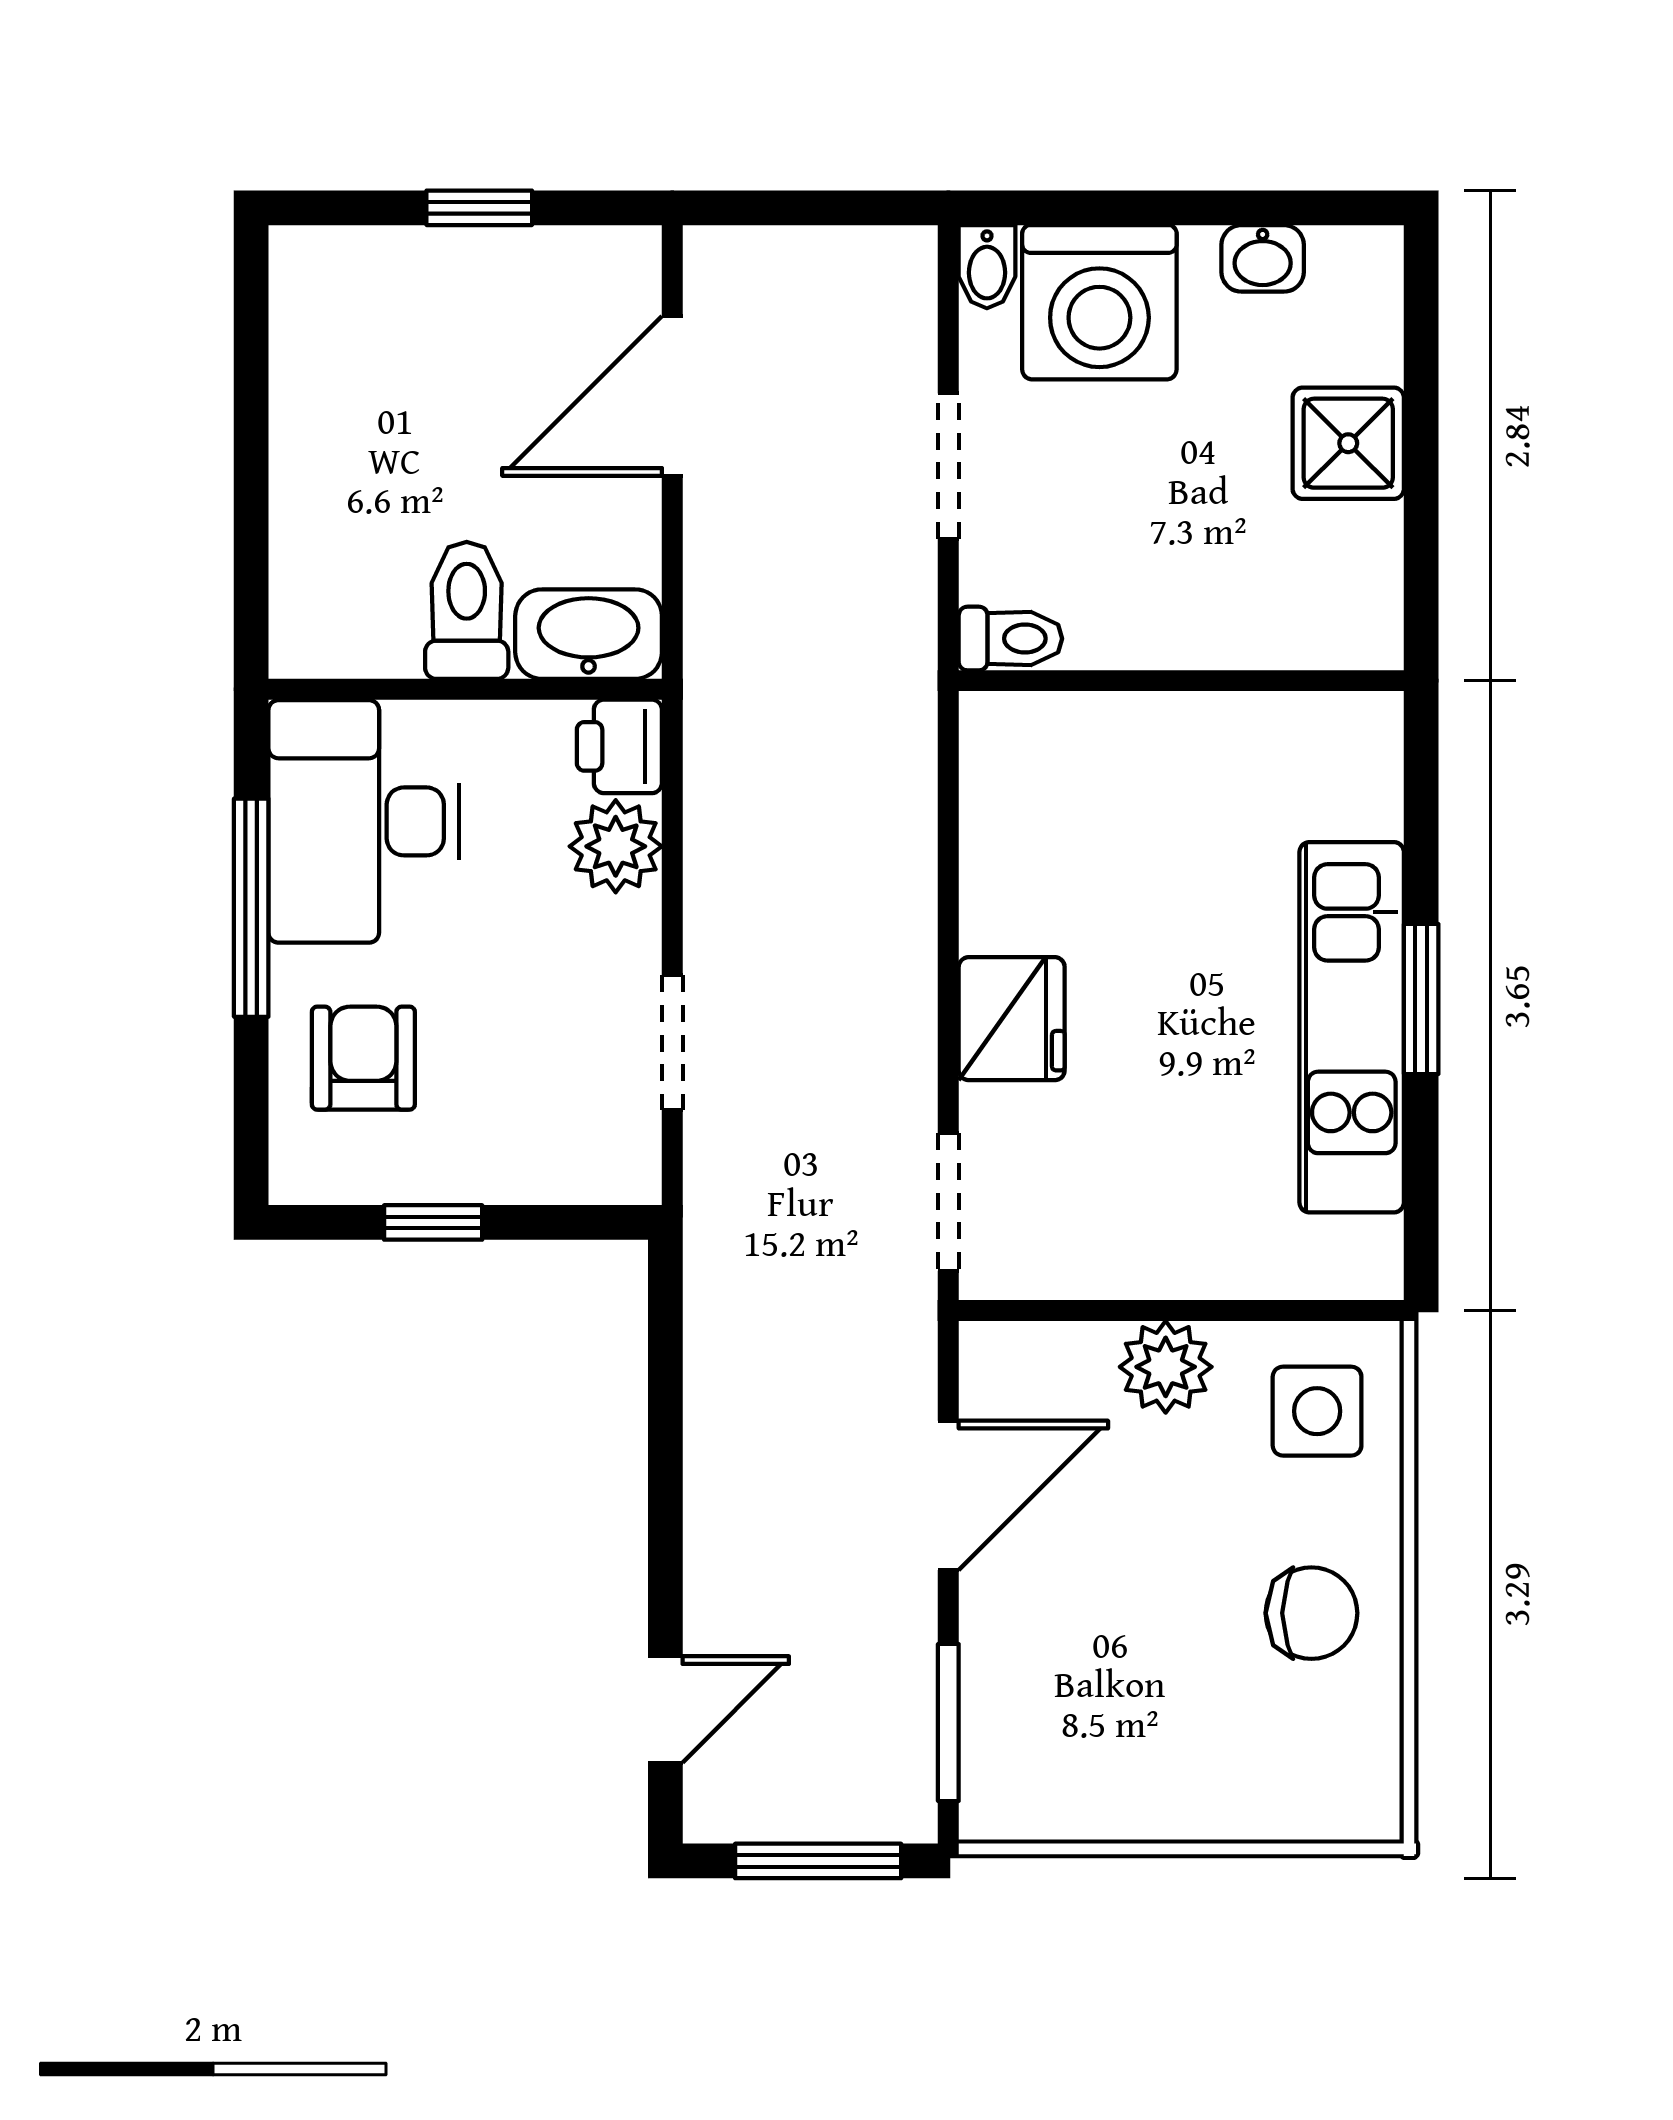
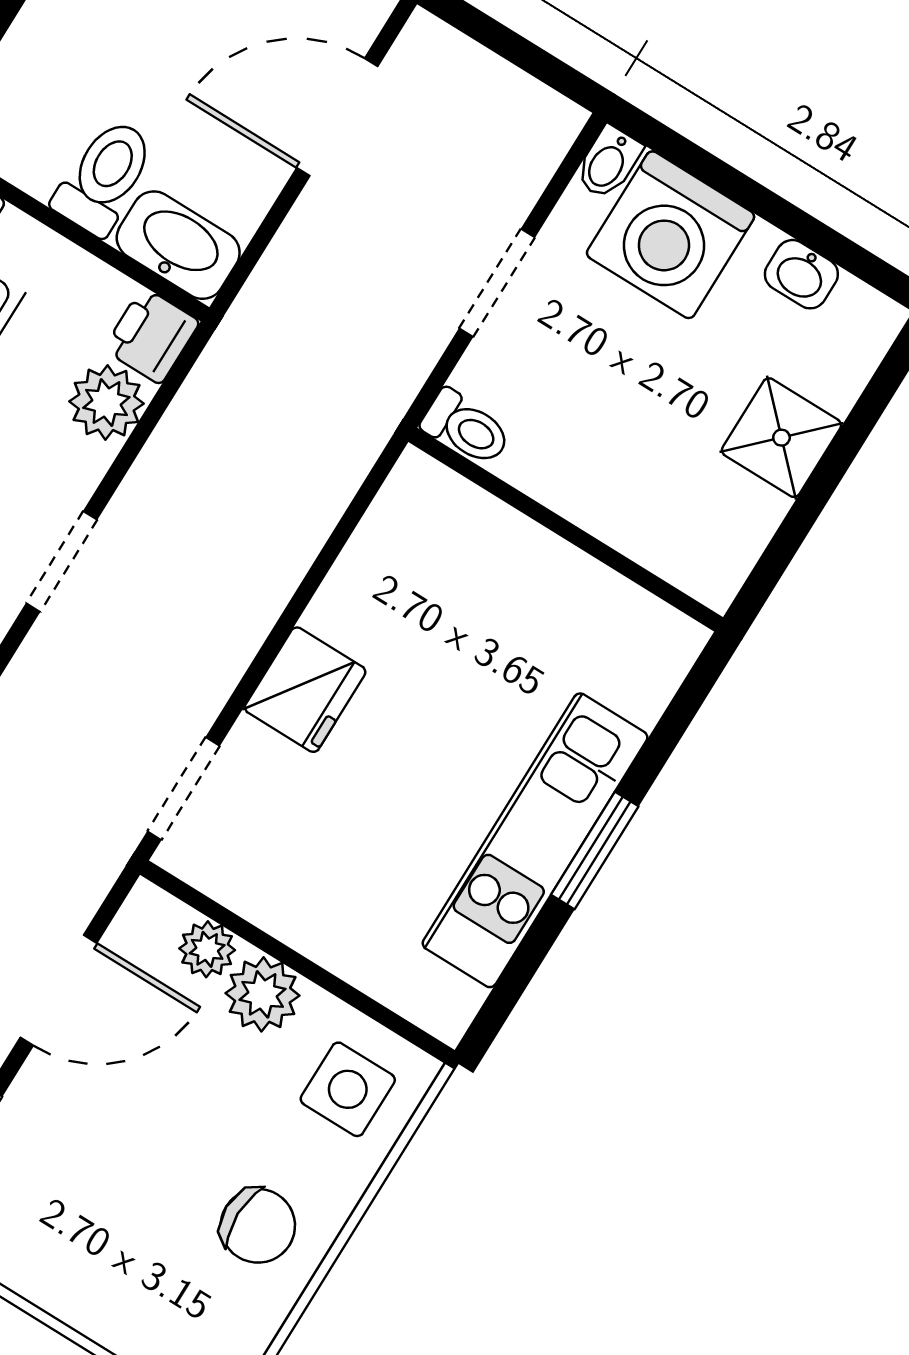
plant: (1078, 1356) -> (207, 949), added

